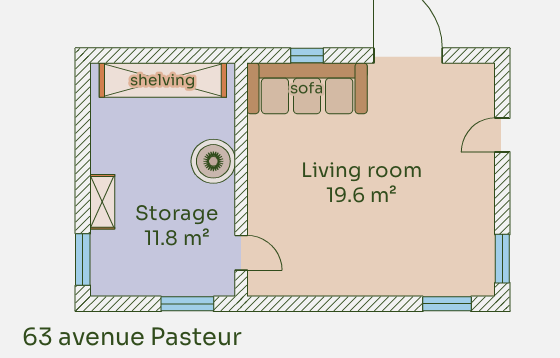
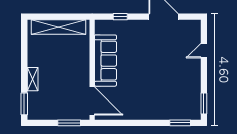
sofa: (307, 88) -> (105, 61), moved, turned -90
boiler: (213, 161) -> (80, 62), removed
door: (241, 253) -> (92, 101), width x1.88

